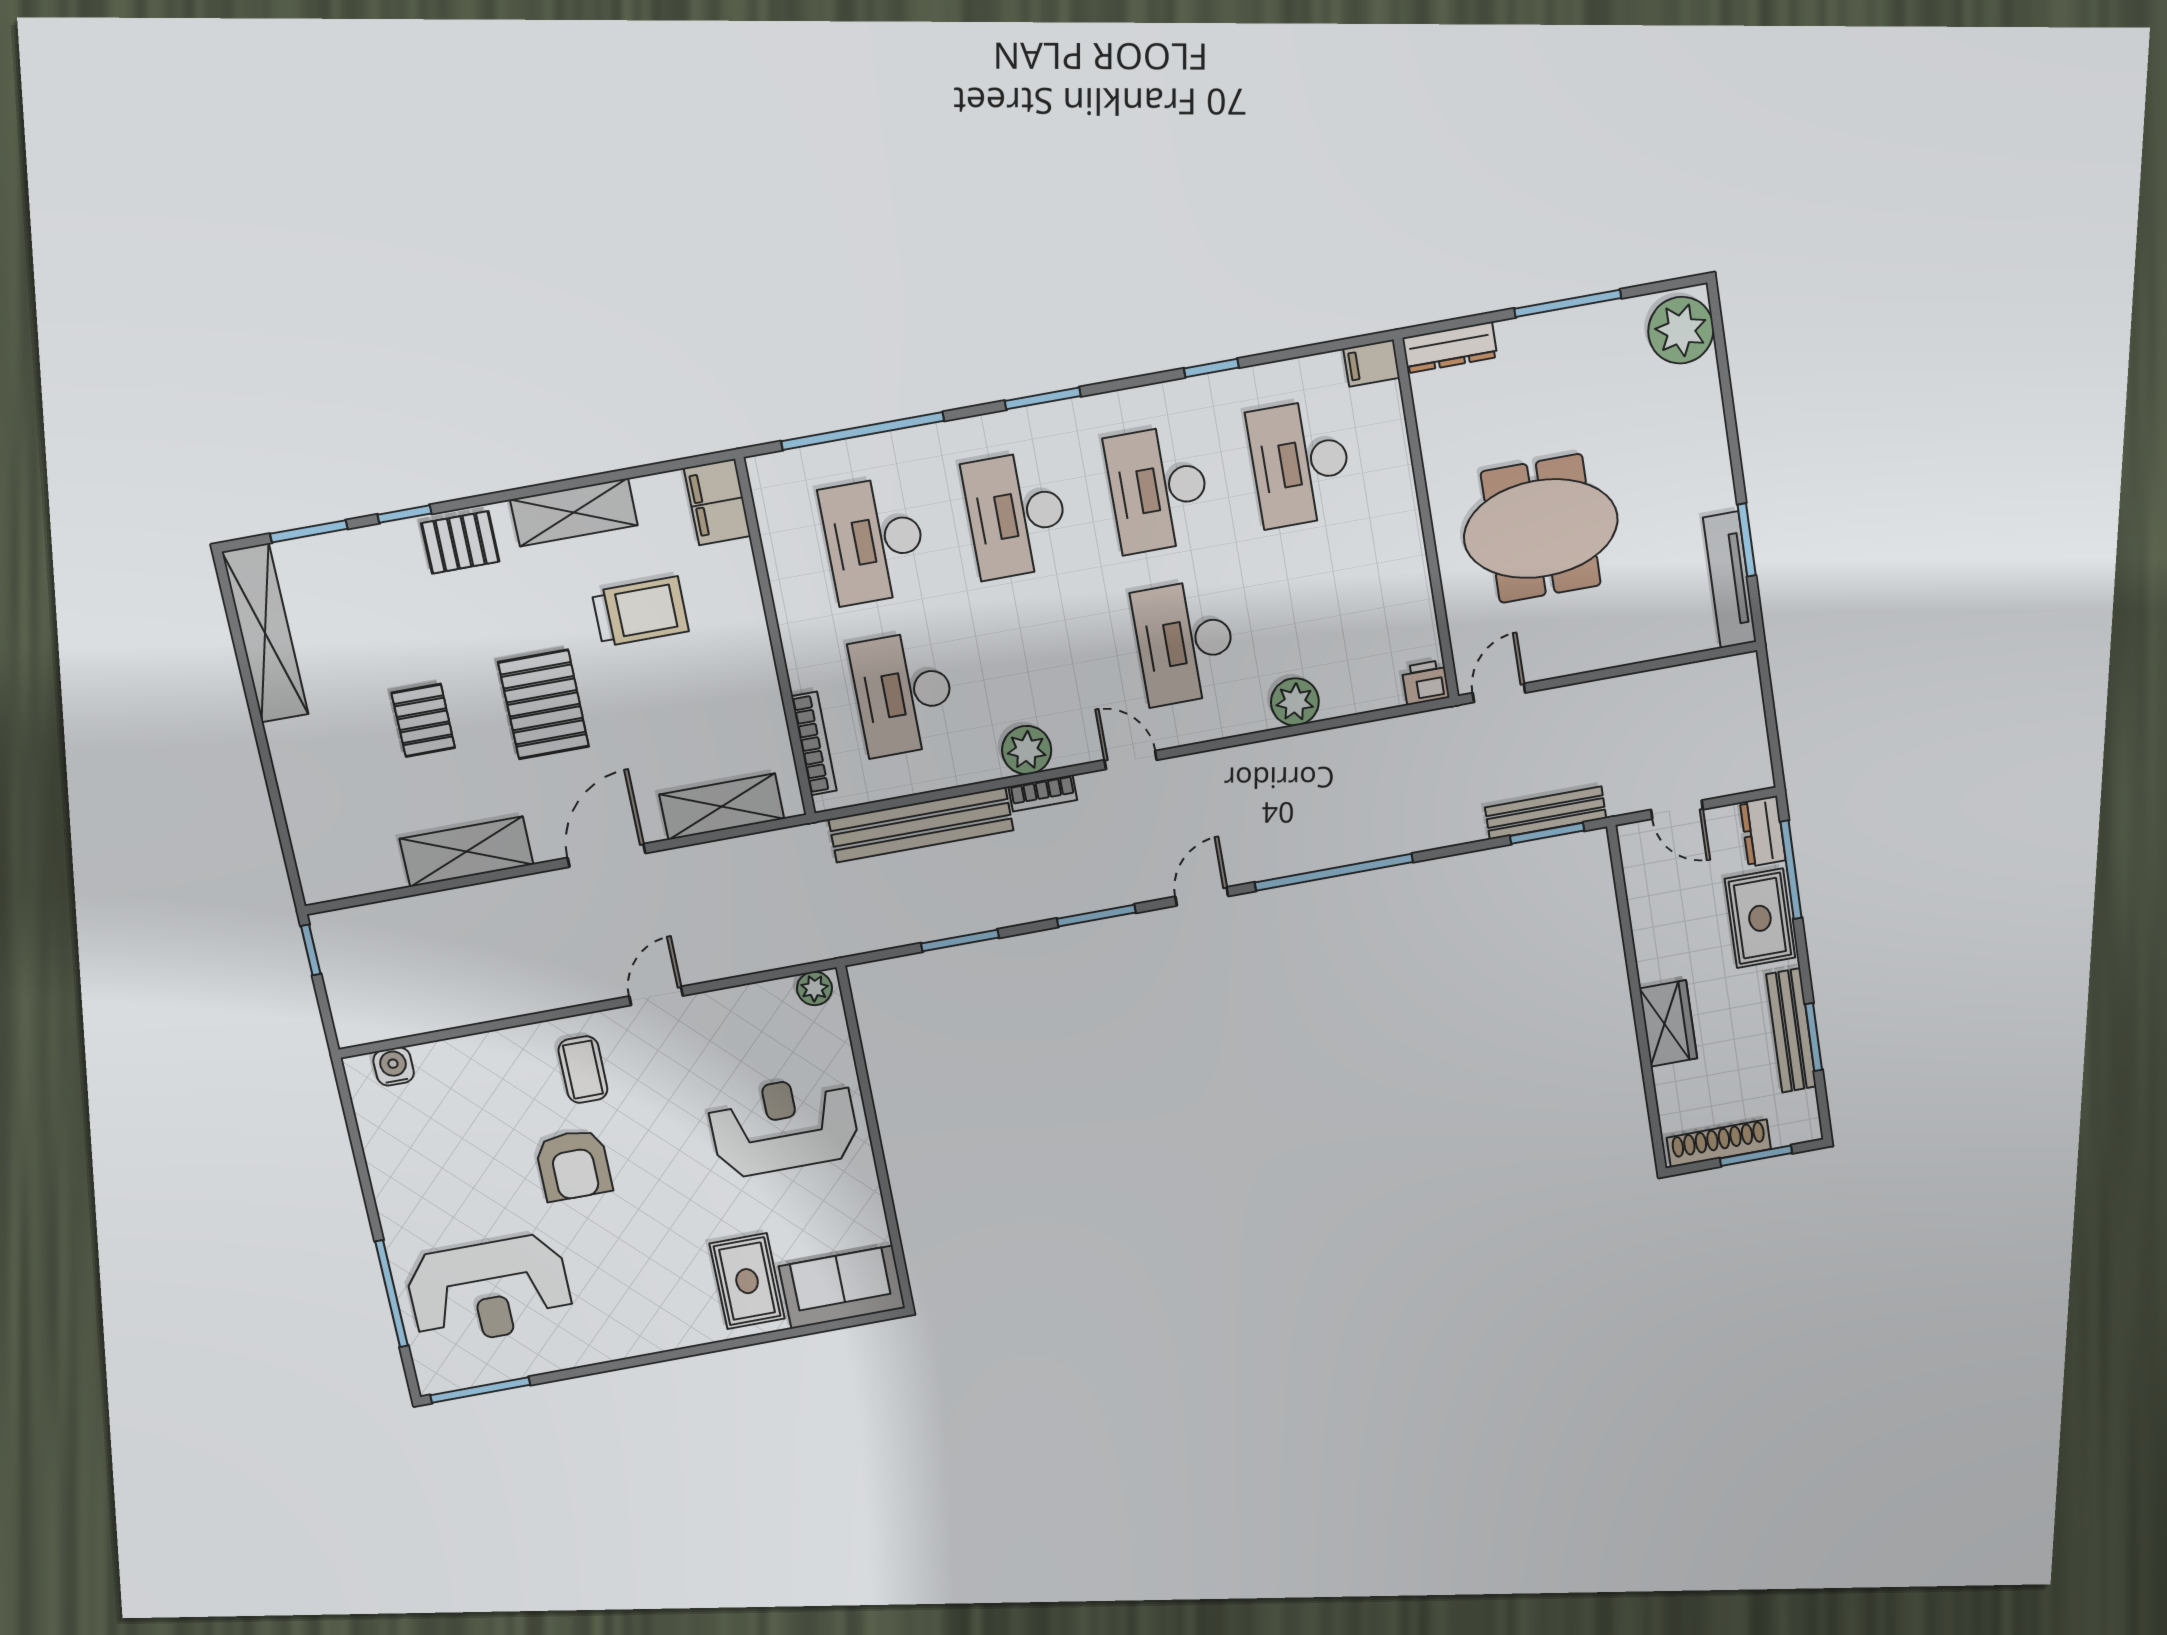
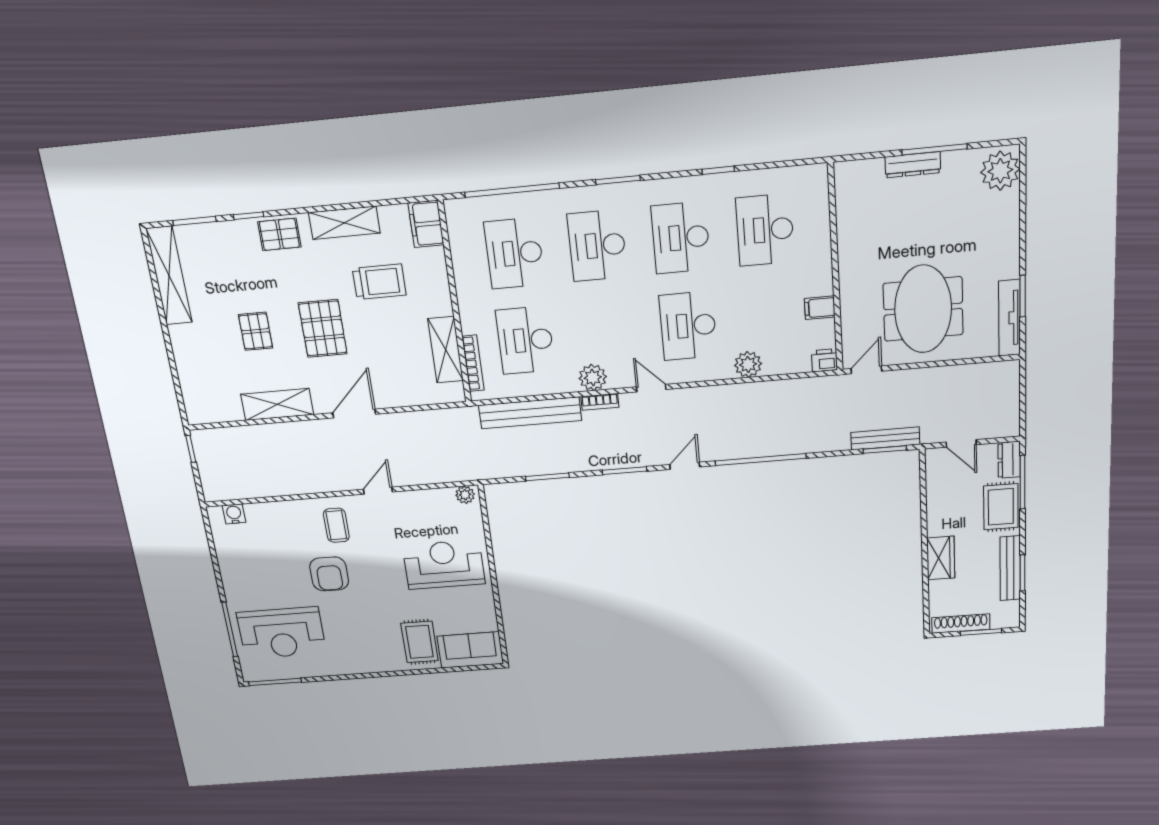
dresser: (1450, 348) -> (913, 165), moved
filing cabinet: (1372, 363) -> (820, 308), moved
meeting table: (1541, 529) -> (923, 309), moved, turned 90
shelving: (722, 807) -> (446, 350), moved, turned 90

